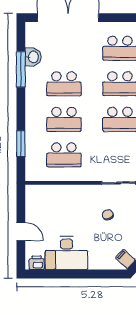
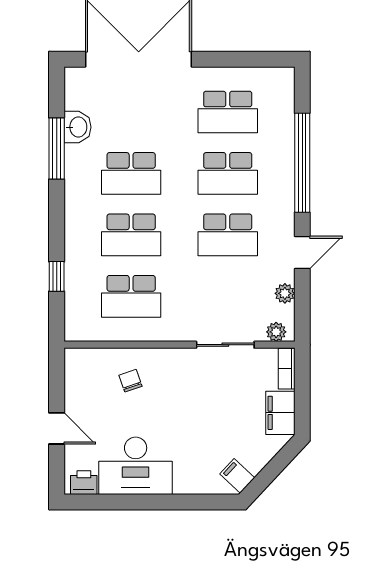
window: (21, 143) -> (57, 276), width x0.67
chair: (108, 215) -> (130, 381), moved

